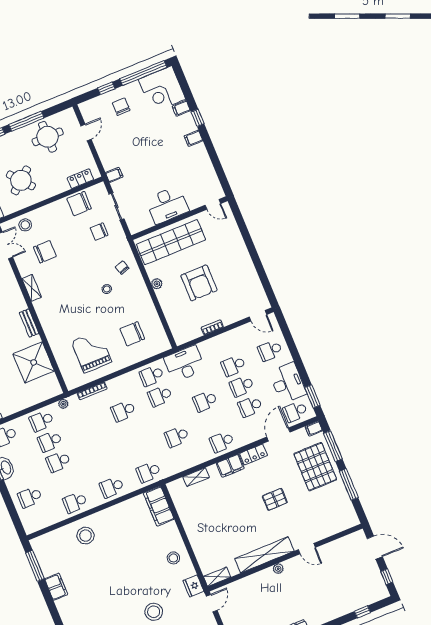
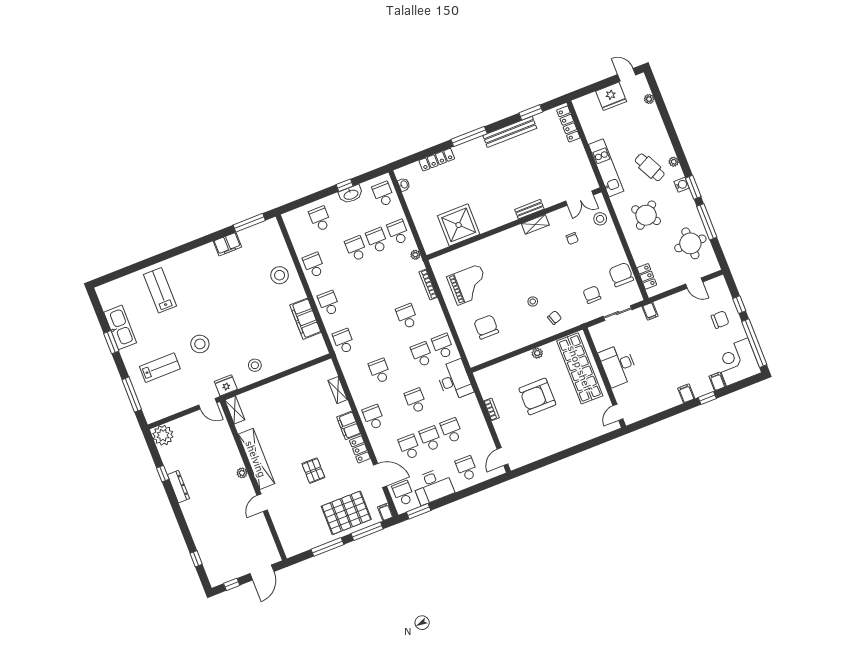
chair: (45, 252) -> (572, 239), width x0.54, depth x0.54
bench: (29, 323) -> (529, 209), moved
filing cabinet: (159, 506) -> (305, 319), moved, turned -90

